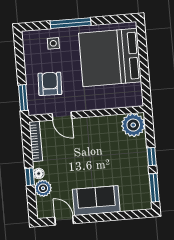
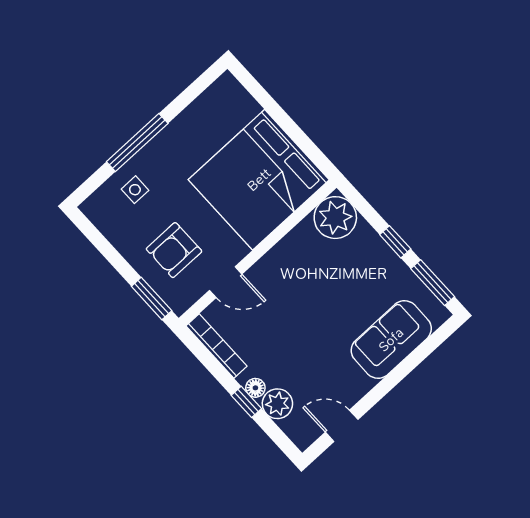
bed: (110, 58) -> (259, 180), moved
armchair: (50, 84) -> (174, 250), turned -92
sofa: (96, 201) -> (391, 340), moved

